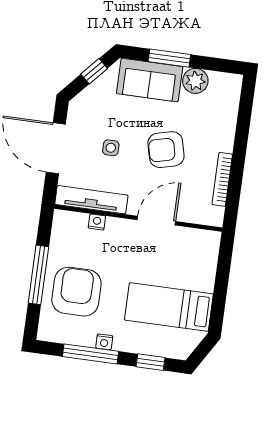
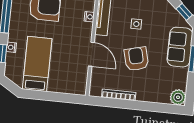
plant: (195, 81) -> (178, 97), moved
nightstand: (104, 342) -> (11, 47), moved

